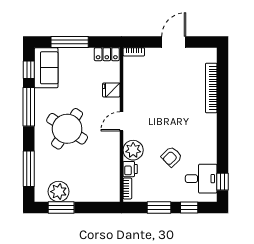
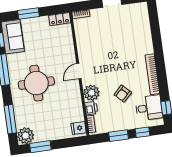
window: (70, 42) -> (29, 14), width x0.69
bookcase: (211, 88) -> (152, 74), moved
fridge: (111, 90) -> (79, 128), moved
round table: (67, 129) -> (36, 83), turned -33
plant: (59, 192) -> (26, 136), moved

